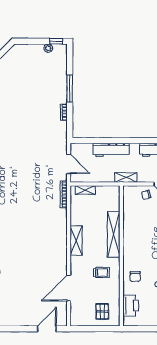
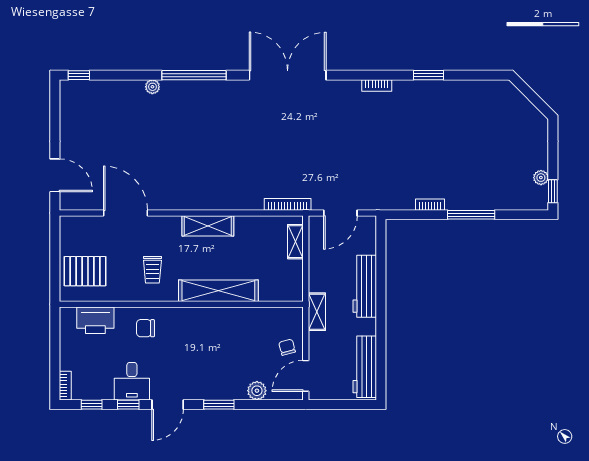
pallet: (102, 311) -> (85, 271), width x1.50, depth x1.42

